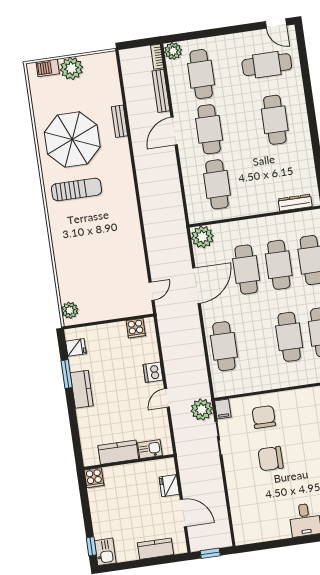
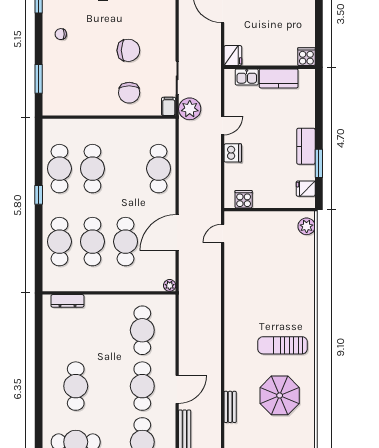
parasol: (72, 140) -> (280, 395), width x0.73, depth x0.73
plant: (202, 237) -> (170, 285), width x0.53, depth x0.53
fridge: (169, 486) -> (233, 56), moved

